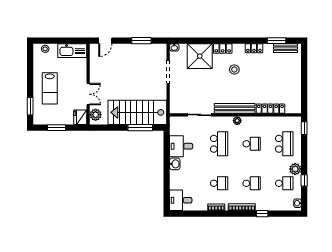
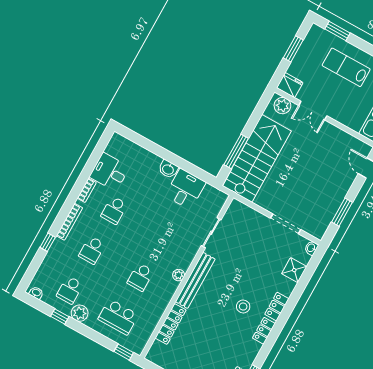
locker: (254, 48) -> (264, 331), moved
shower: (200, 56) -> (294, 270), width x0.54, depth x0.54
school desk: (219, 144) -> (163, 237), removed
desk: (181, 200) -> (109, 172), moved, turned -90

